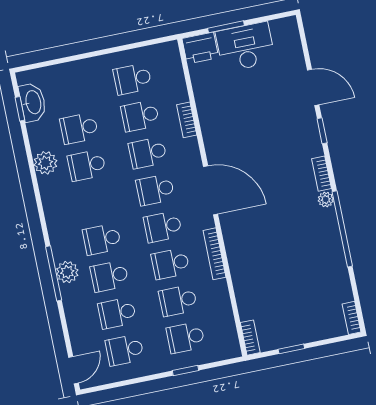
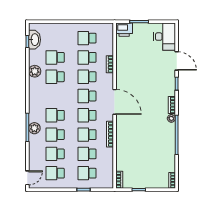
desk: (245, 47) -> (165, 37), moved, turned 90

